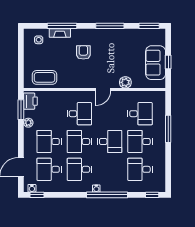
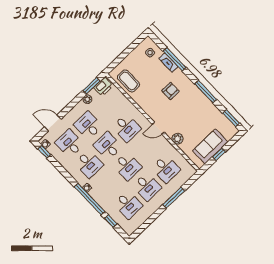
desk: (140, 142) -> (147, 187), turned 180
desk: (79, 169) -> (89, 164), turned 180
desk: (140, 169) -> (128, 205), turned 180
window: (152, 195) -> (111, 221), moved

